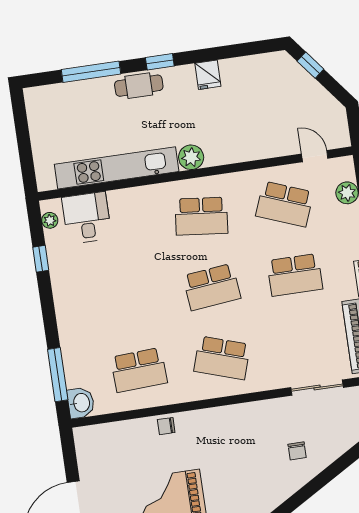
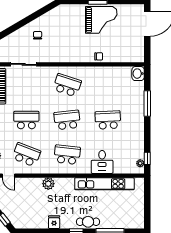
plant: (191, 157) -> (48, 184), moved
desk: (87, 218) -> (102, 162), moved
window: (41, 259) -> (147, 158), moved
school desk: (139, 370) -> (108, 120), moved
window: (58, 375) -> (147, 103), moved

